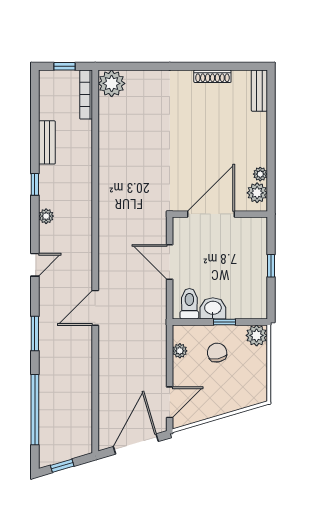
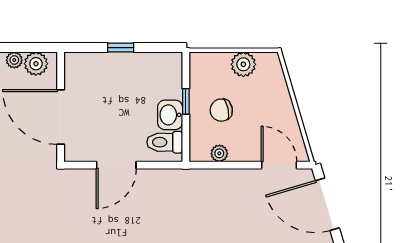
plant: (257, 335) -> (243, 64), moved

